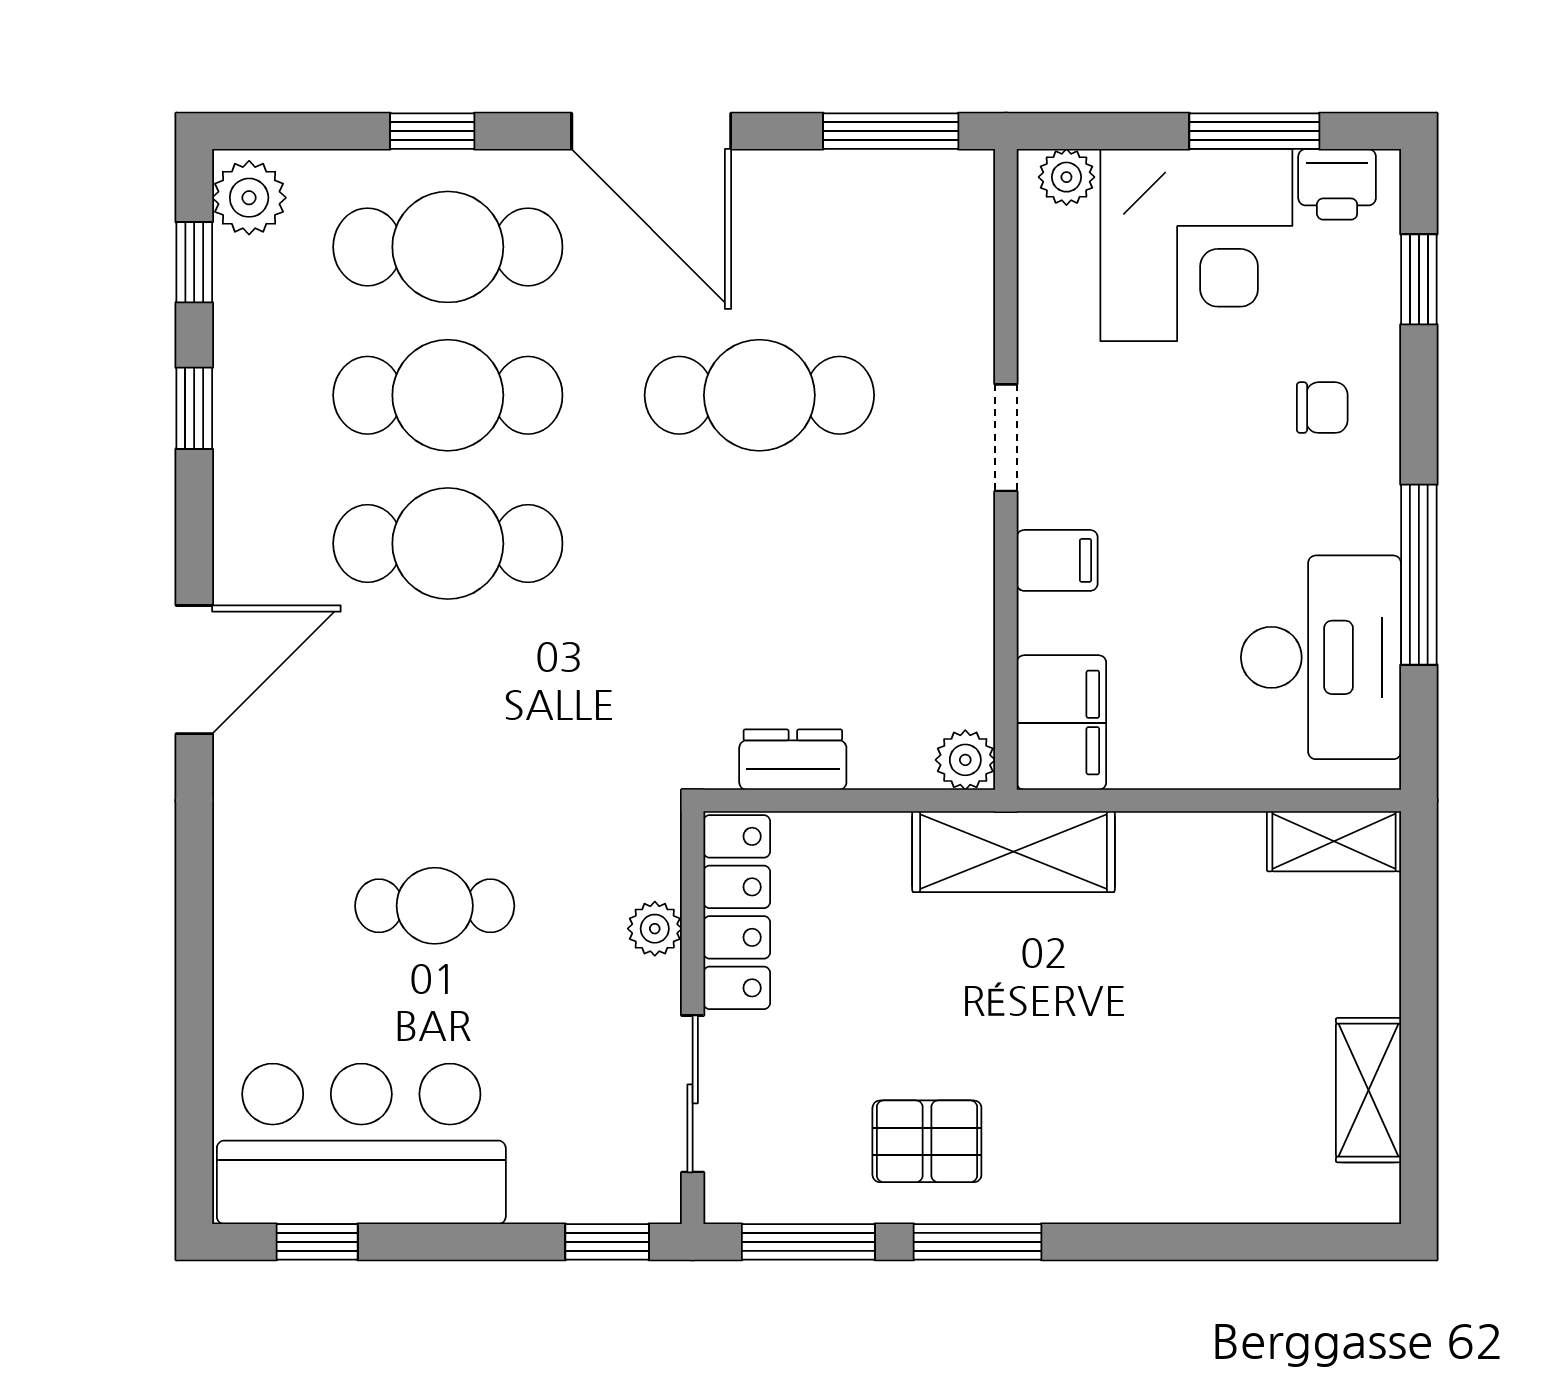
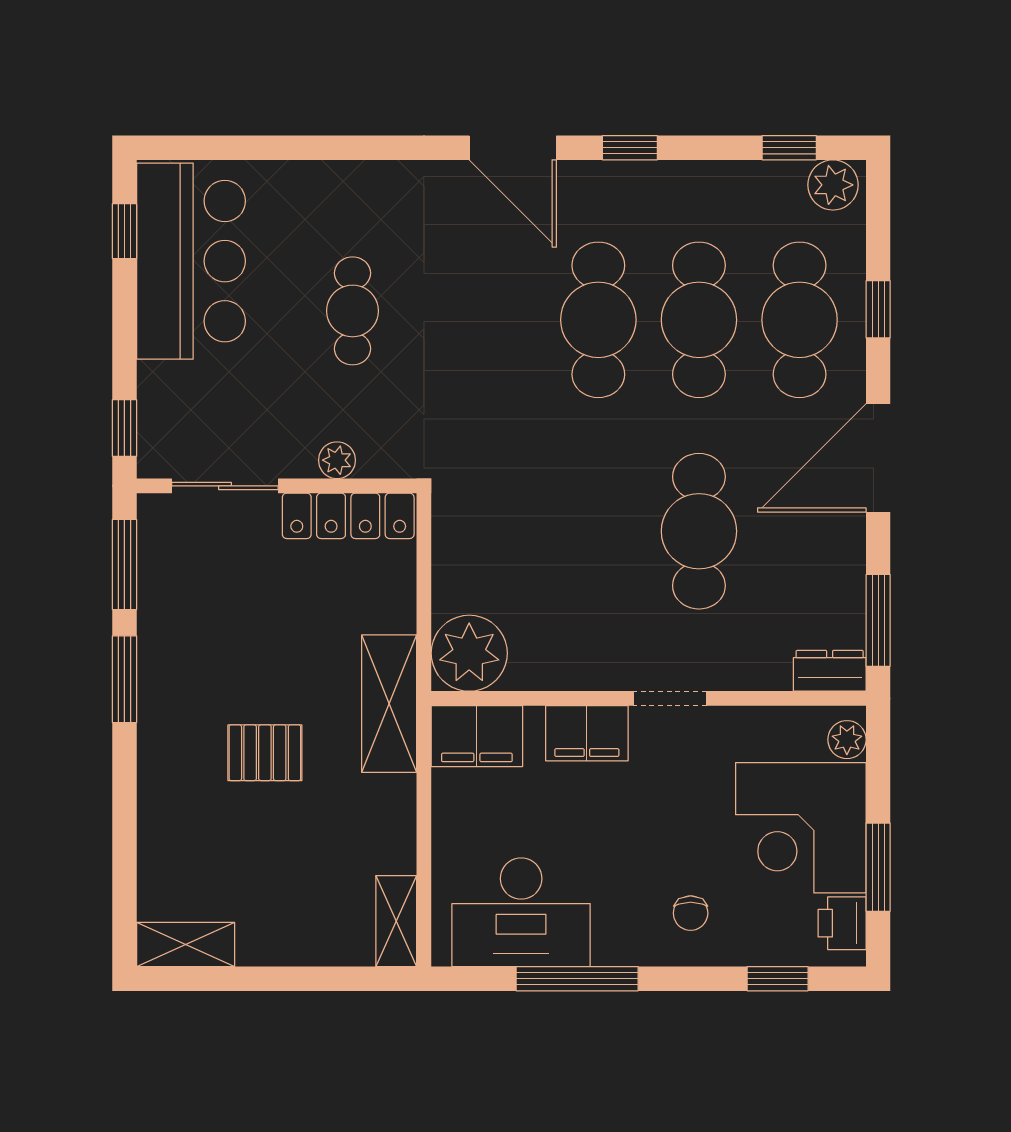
window: (194, 408) -> (630, 148), moved
filing cabinet: (1057, 560) -> (587, 733), width x2.00
dresser: (793, 760) -> (830, 671), moved, turned -90
plant: (965, 760) -> (469, 653), width x1.88, depth x1.88
shelving: (1369, 1090) -> (186, 945), moved
pallet: (927, 1141) -> (265, 753), moved, turned 90

